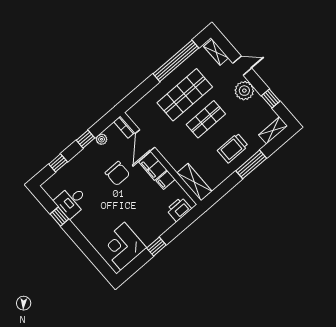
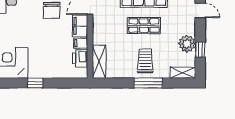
plant: (244, 91) -> (187, 44), moved
trolley: (233, 148) -> (145, 61), turned 90
printer: (179, 209) -> (80, 58), moved, turned -90

